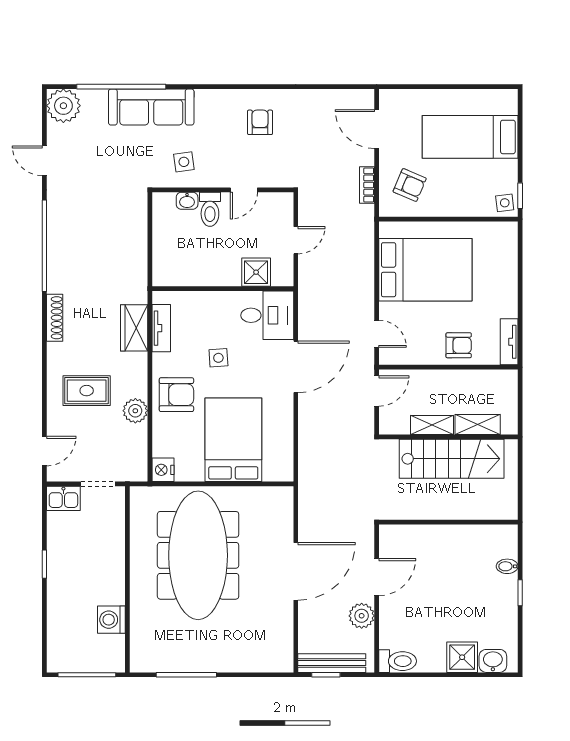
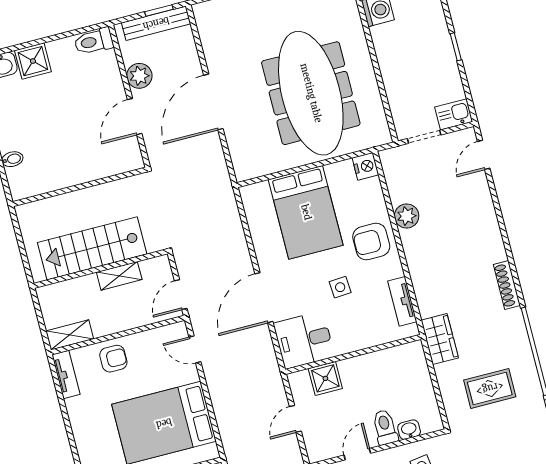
wardrobe: (134, 328) -> (440, 339), moved
armchair: (459, 345) -> (113, 359), turned 180
rug: (87, 391) -> (490, 388), moved
shelving: (478, 424) -> (70, 335), moved

